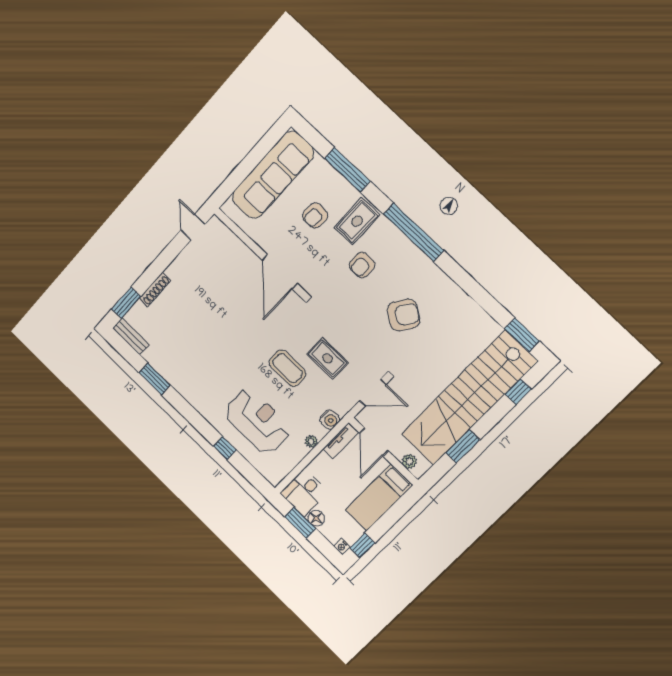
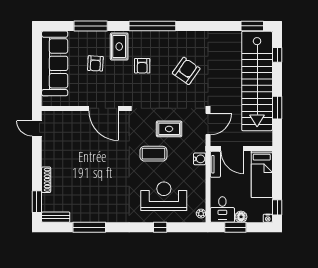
window: (155, 379) -> (89, 227), width x1.44
plant: (311, 441) -> (201, 214), moved
plant: (409, 461) -> (259, 141), removed

